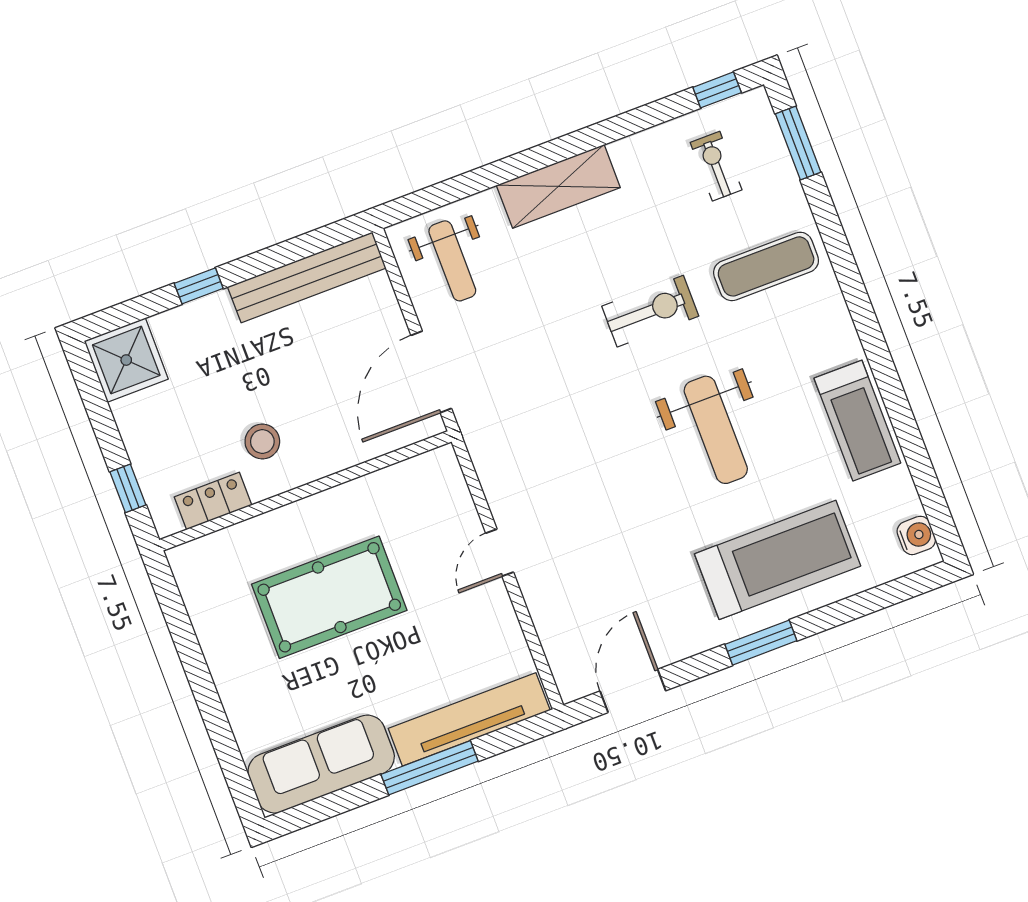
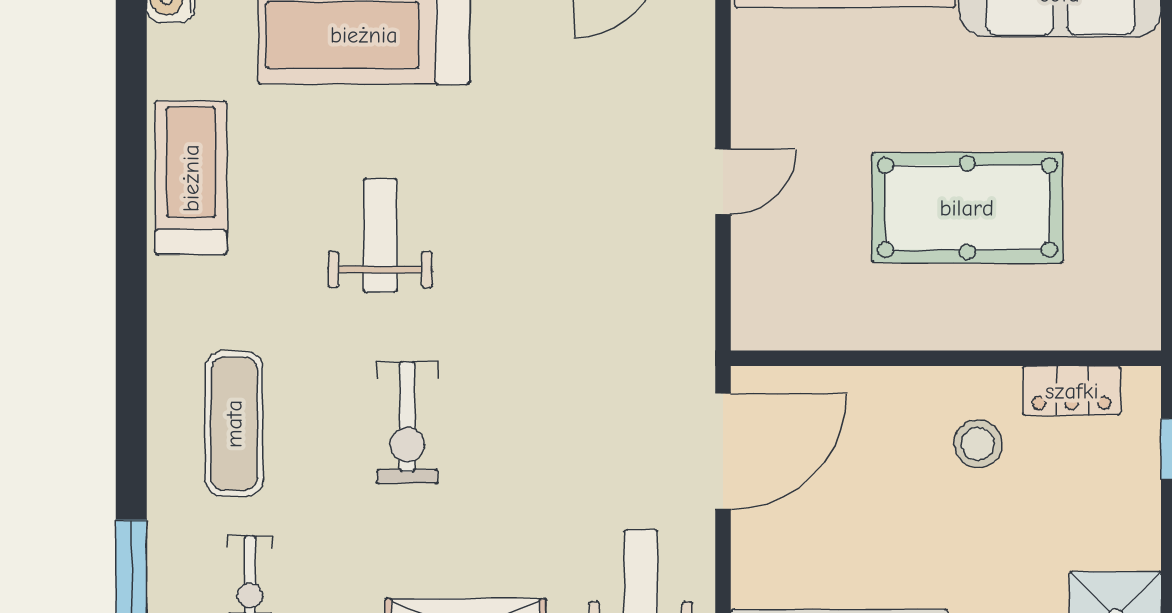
exercise mat: (766, 266) -> (234, 424), turned 90
exercise bike: (650, 311) -> (407, 423), turned -90
weight bench: (716, 430) -> (380, 235), width x0.73, depth x0.75

